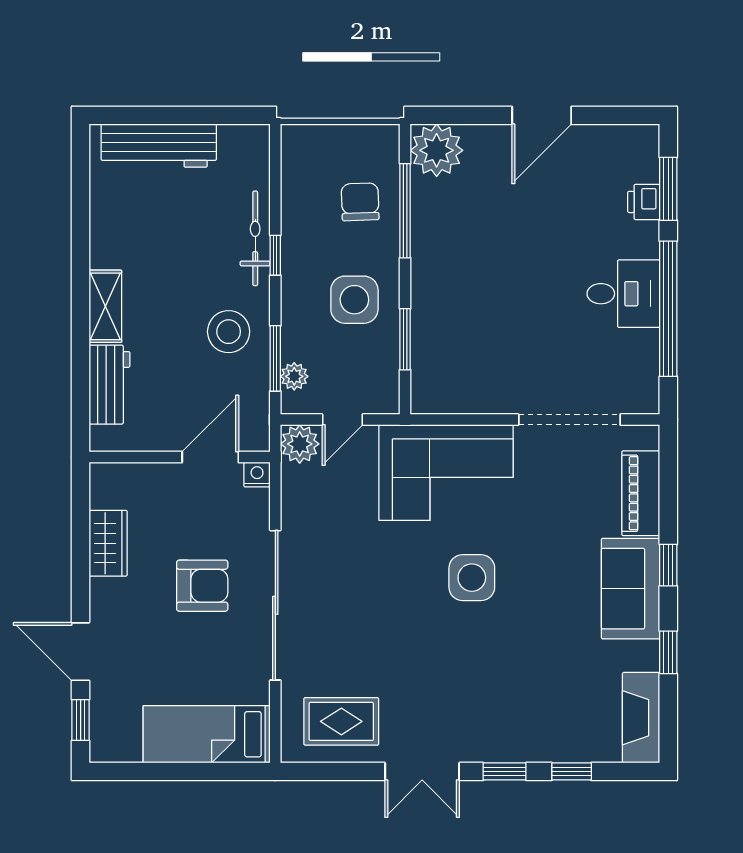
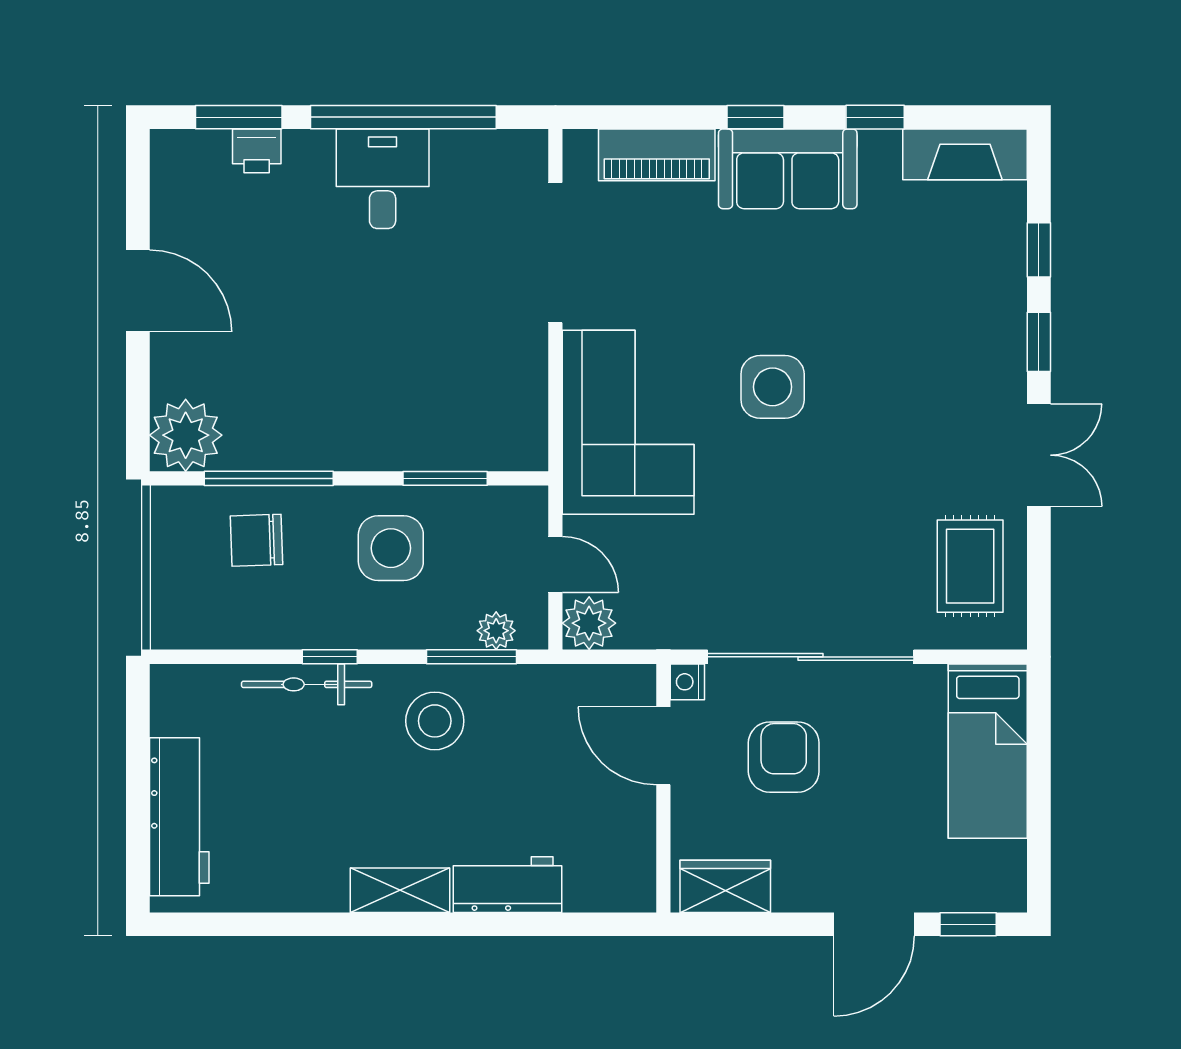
wall: (180, 457) -> (663, 788), moved
door: (210, 457) -> (663, 746), moved
nightstand: (257, 475) -> (687, 682), moved

